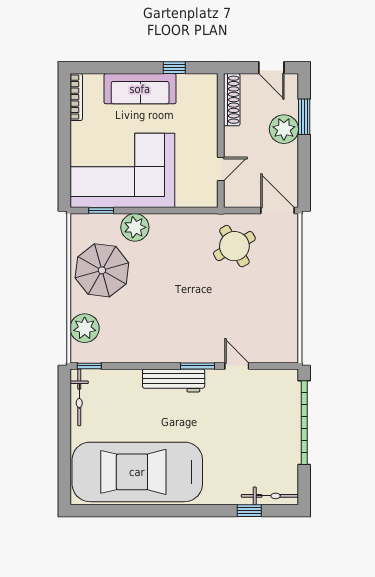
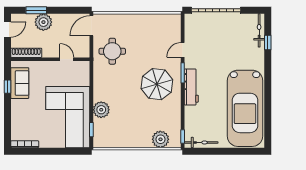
sofa: (140, 89) -> (20, 83), moved, width x0.73
round table: (234, 246) -> (112, 51), turned 30
parasol: (102, 270) -> (157, 84), moved

